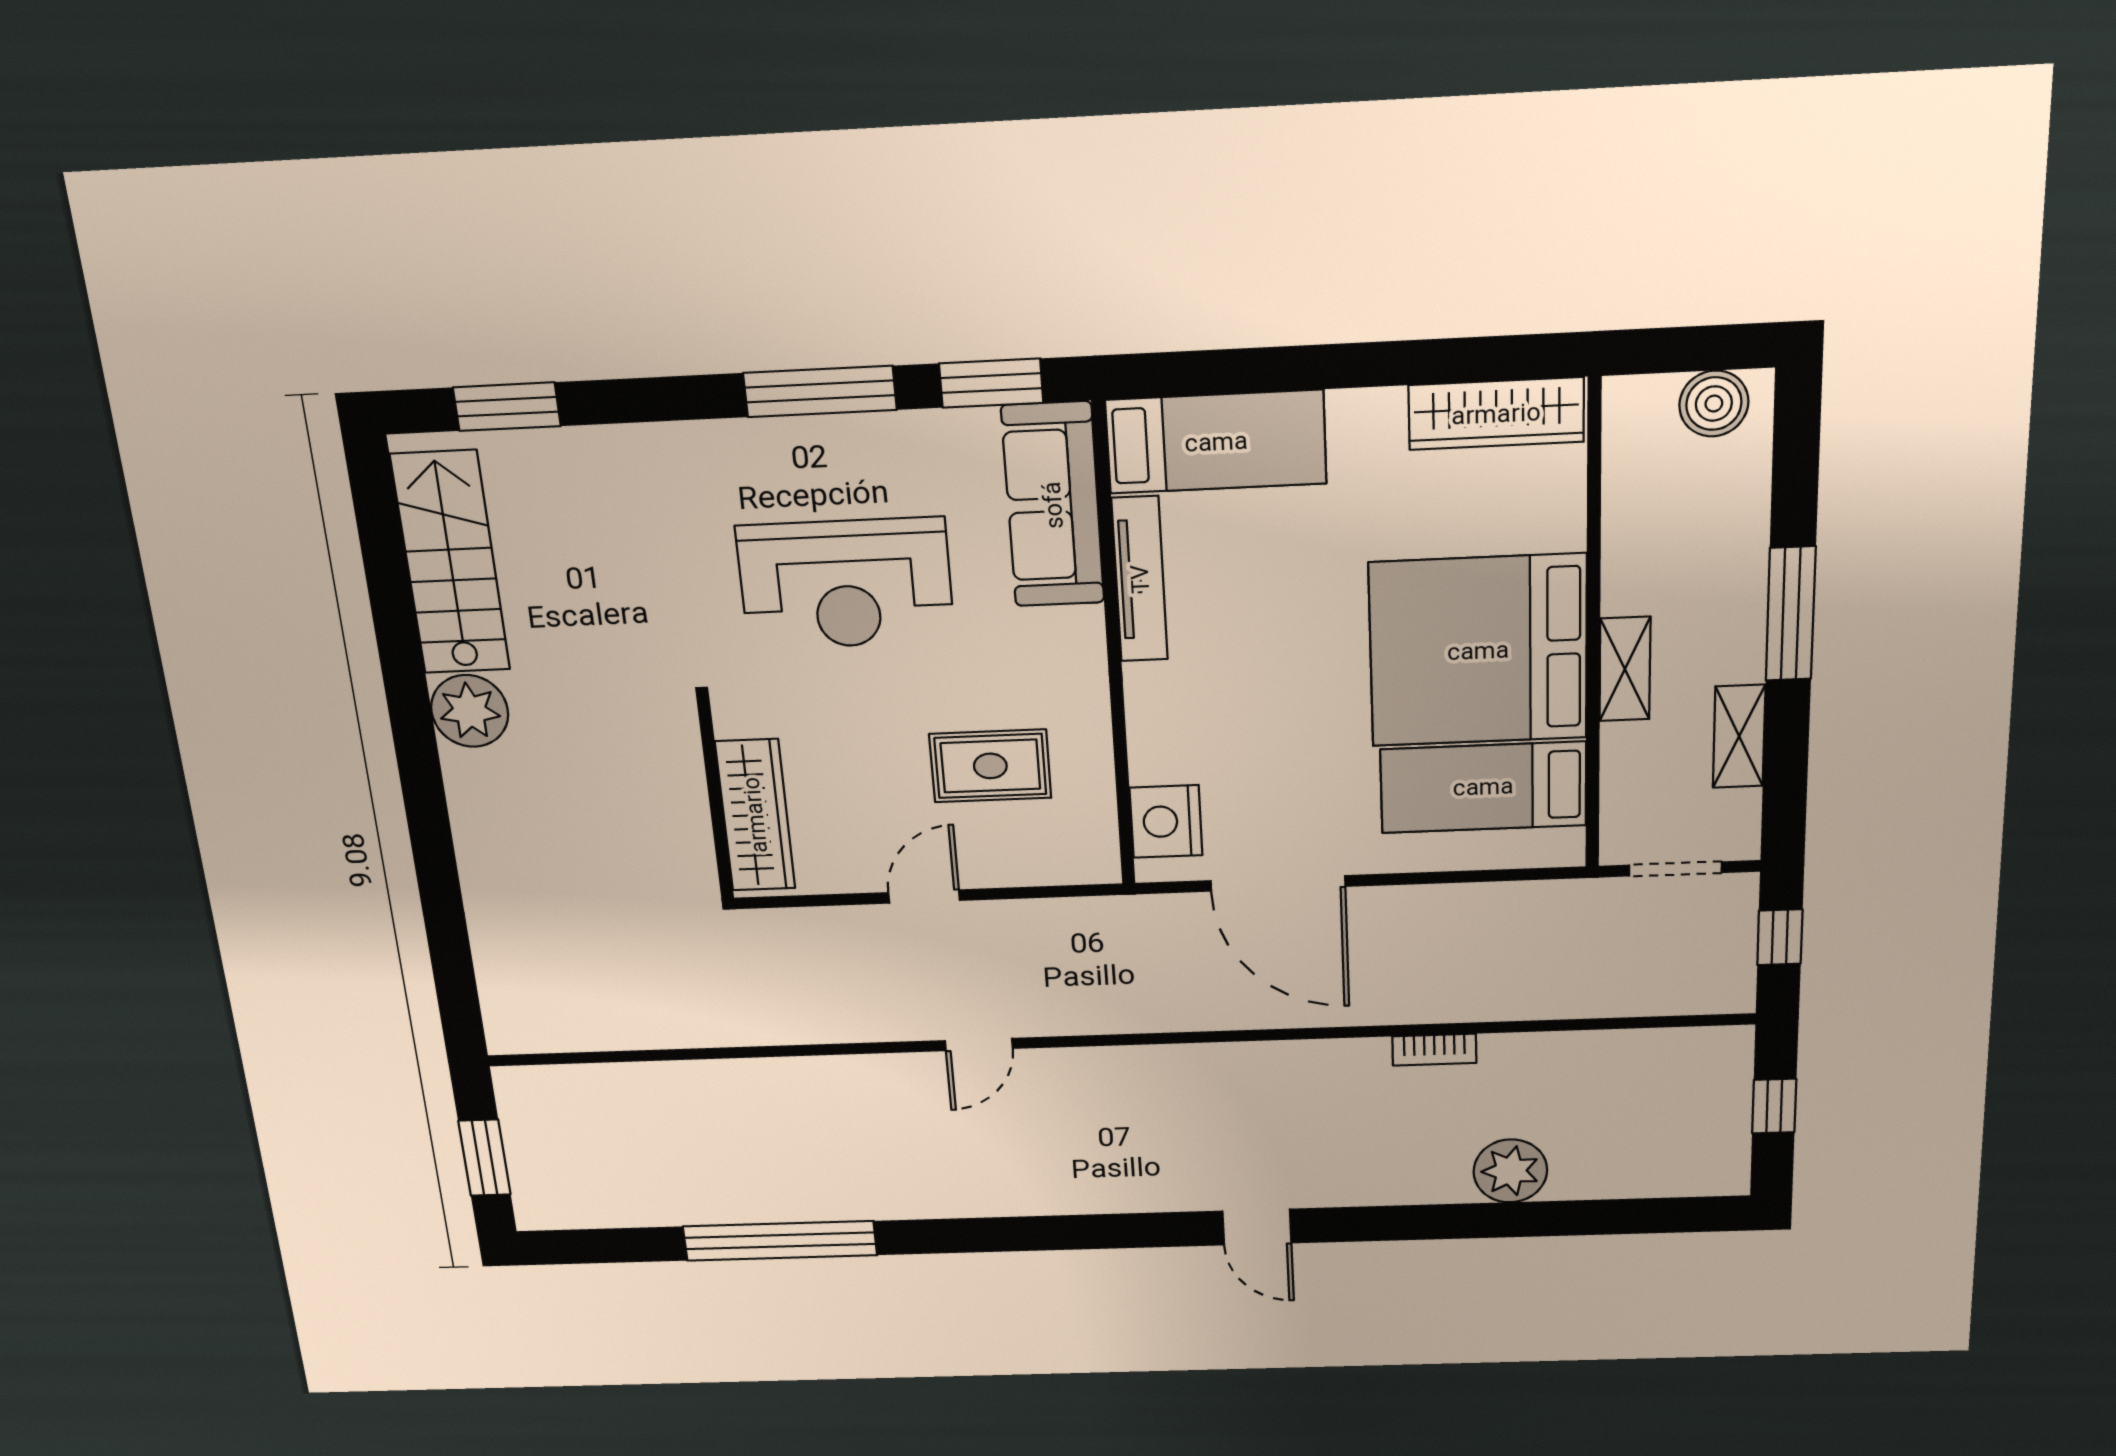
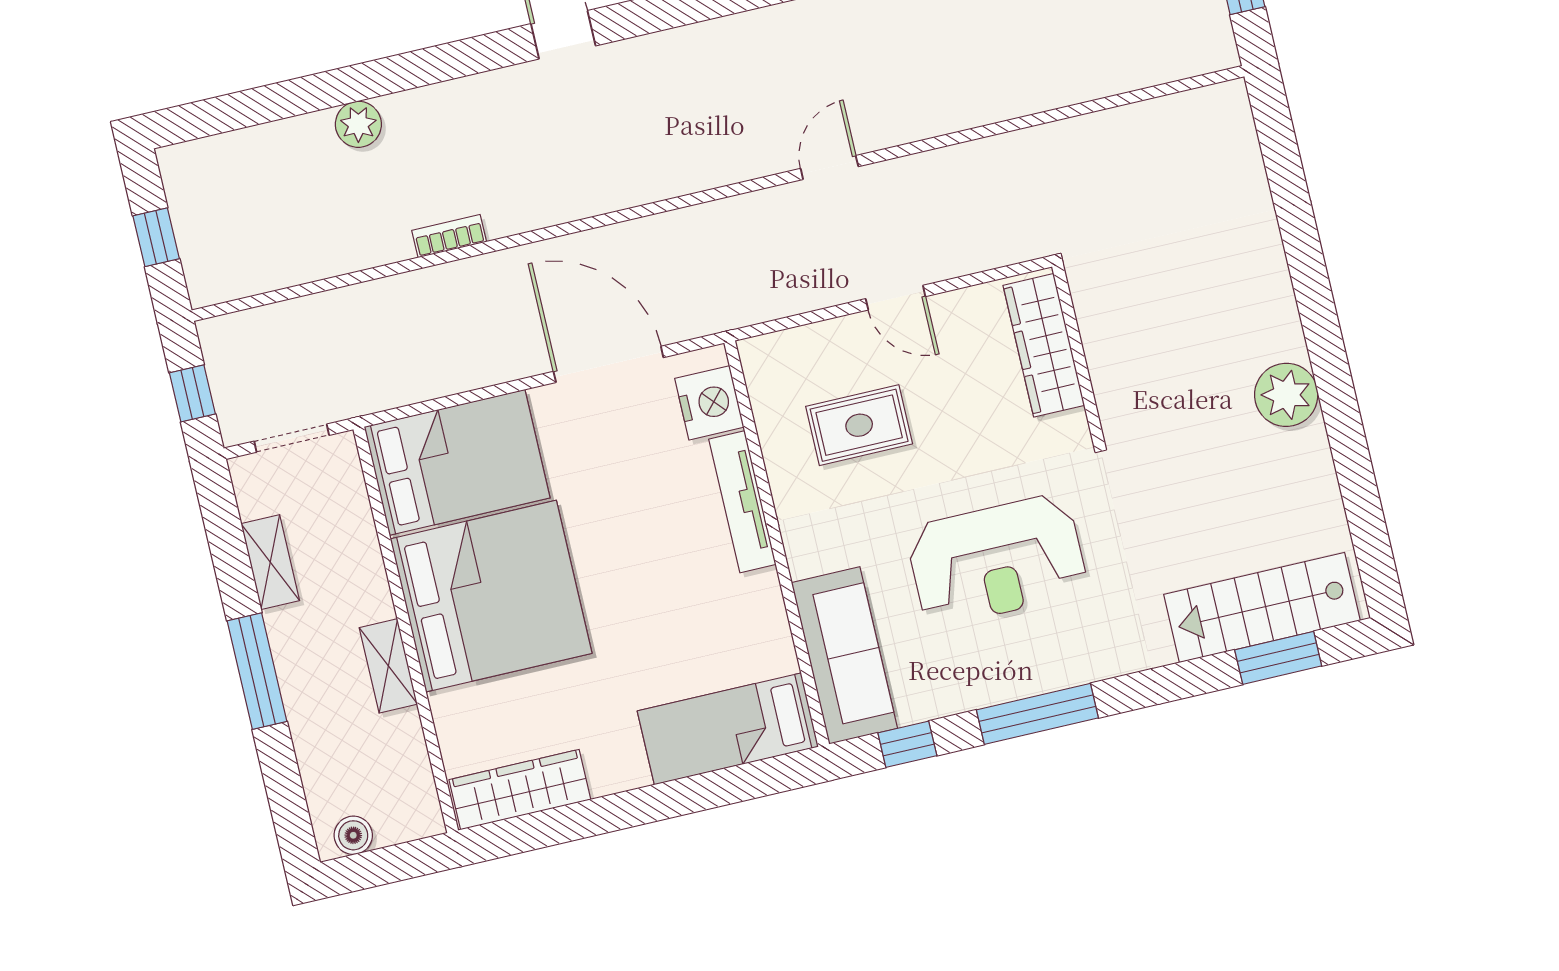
window: (991, 383) -> (907, 744), width x0.67
boiler: (1714, 404) -> (353, 835), width x0.73, depth x0.73
stairs: (450, 563) -> (1262, 607), moved, turned 90
tv unit: (1140, 579) -> (742, 502), moved
reception desk: (846, 584) -> (997, 560), turned 180
shelving: (1625, 669) -> (388, 666), moved
bed: (1483, 787) -> (457, 462), width x1.50
door: (924, 897) -> (896, 298), hinge flipped
plant: (1510, 1171) -> (358, 124), width x0.73, depth x0.73

